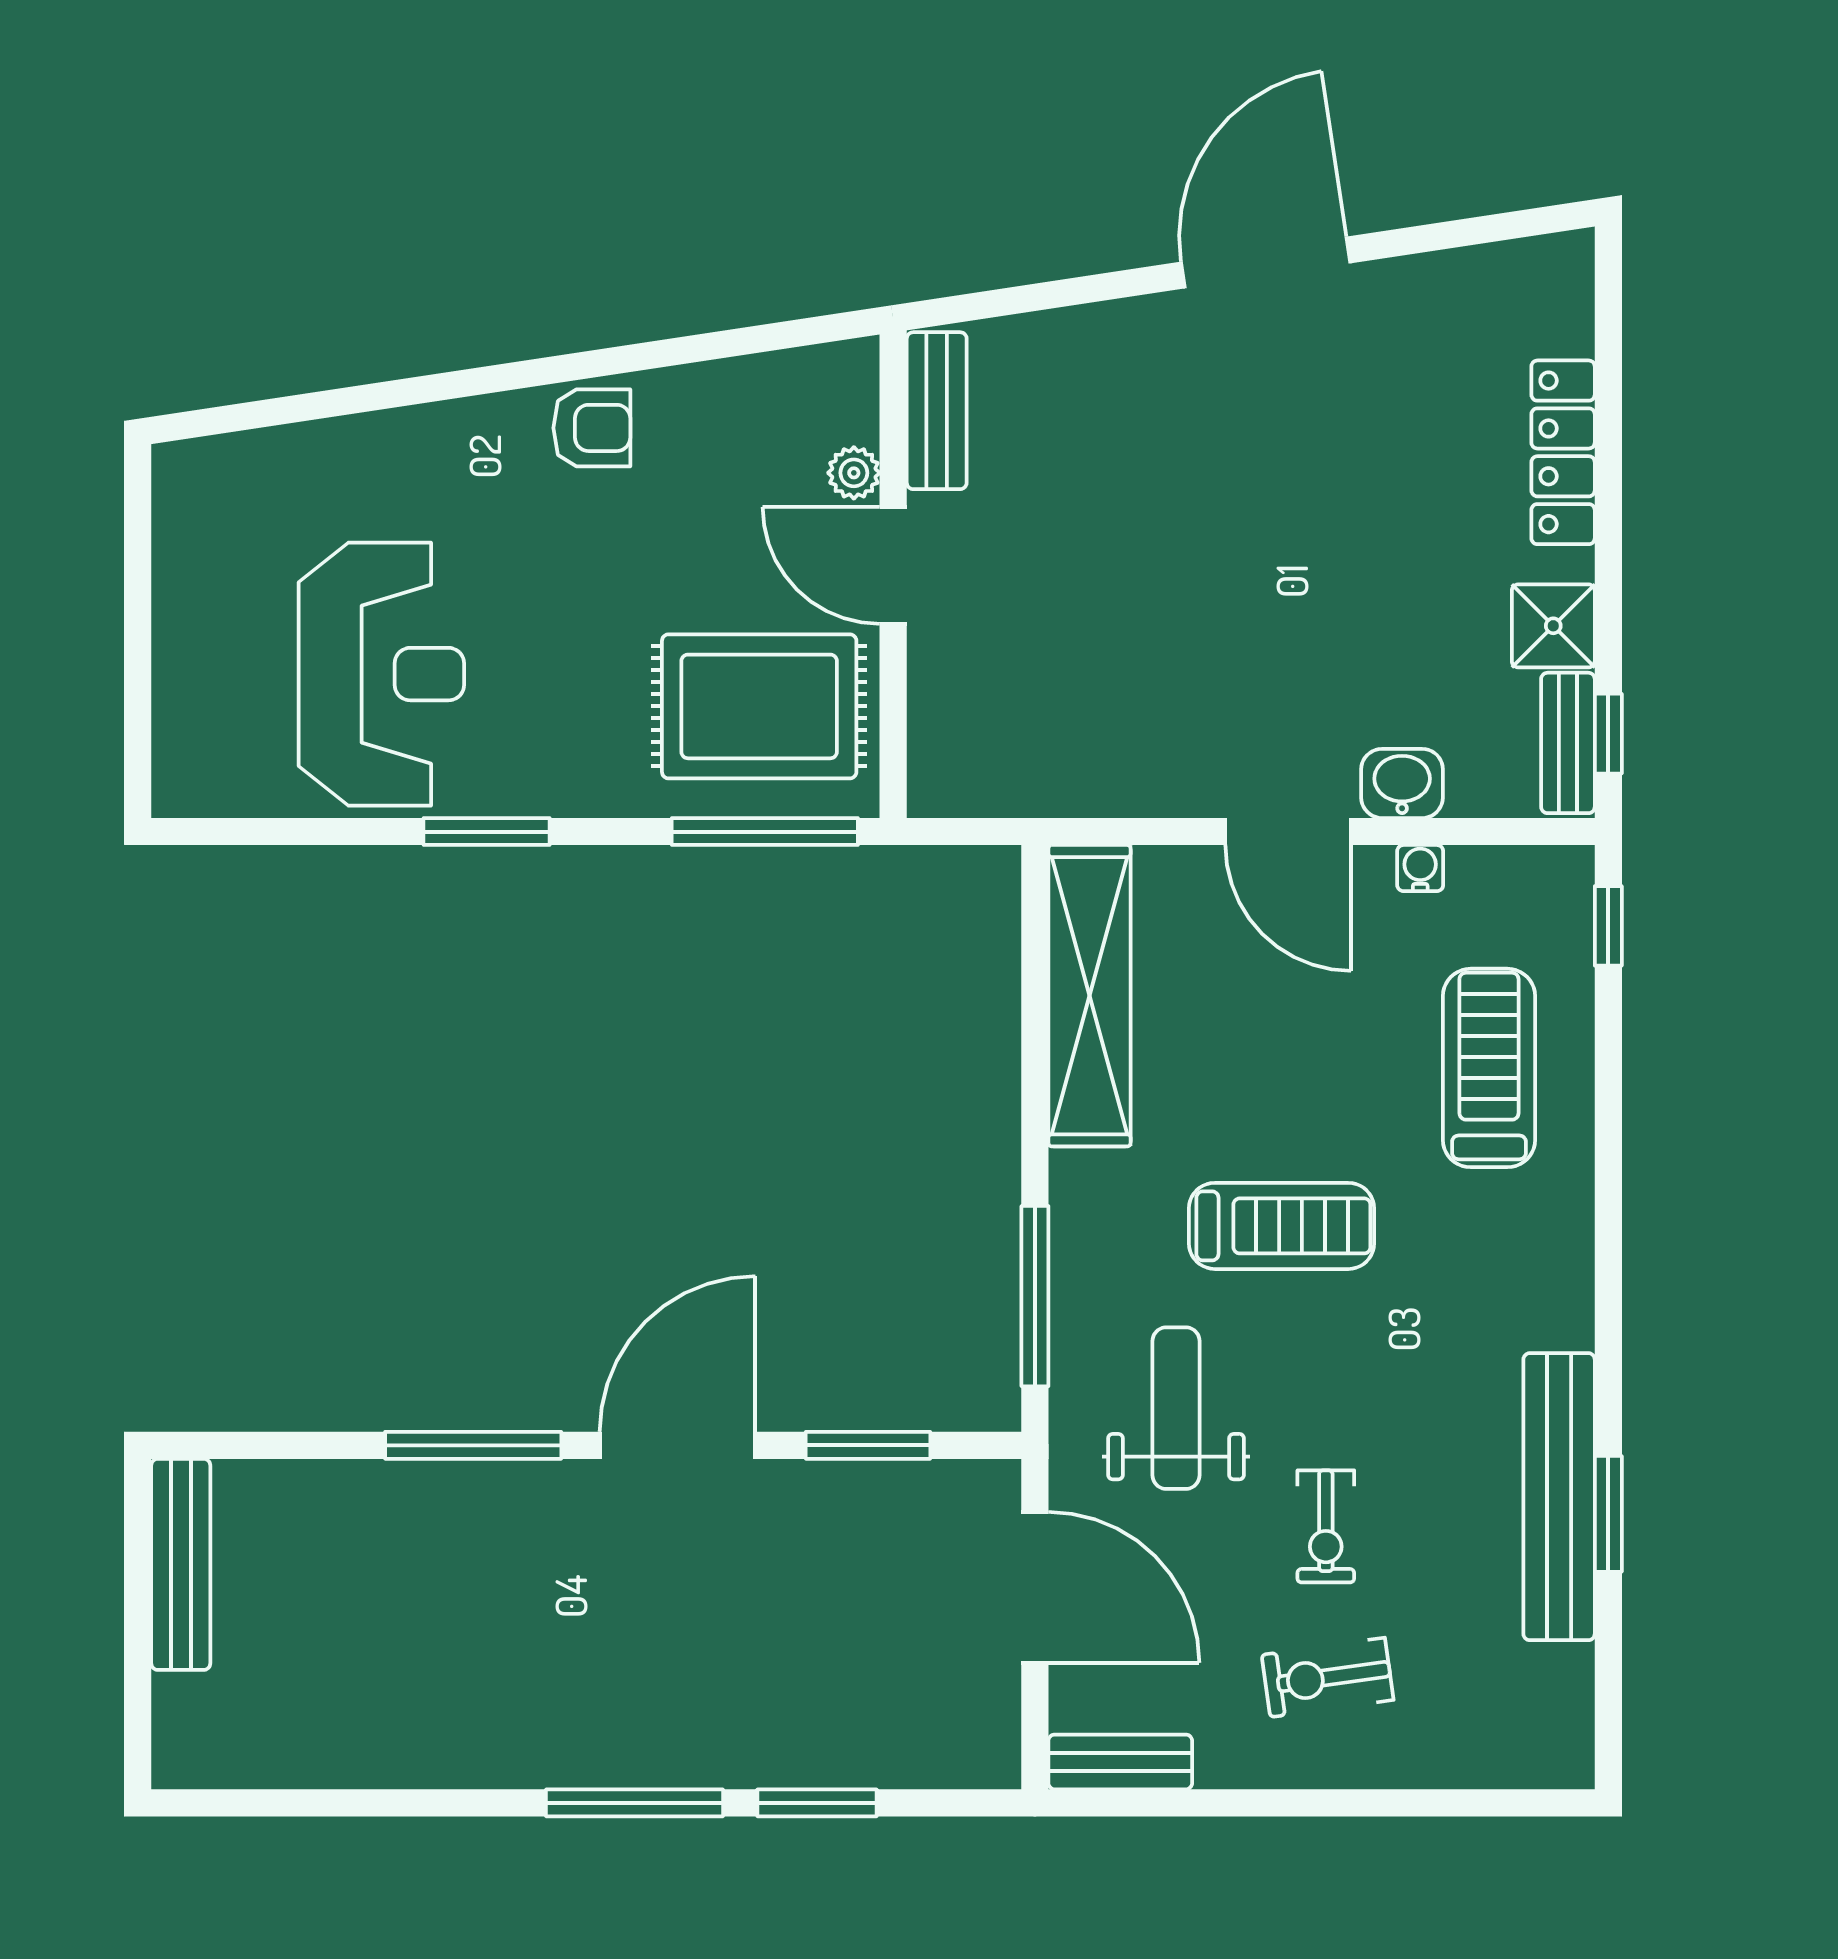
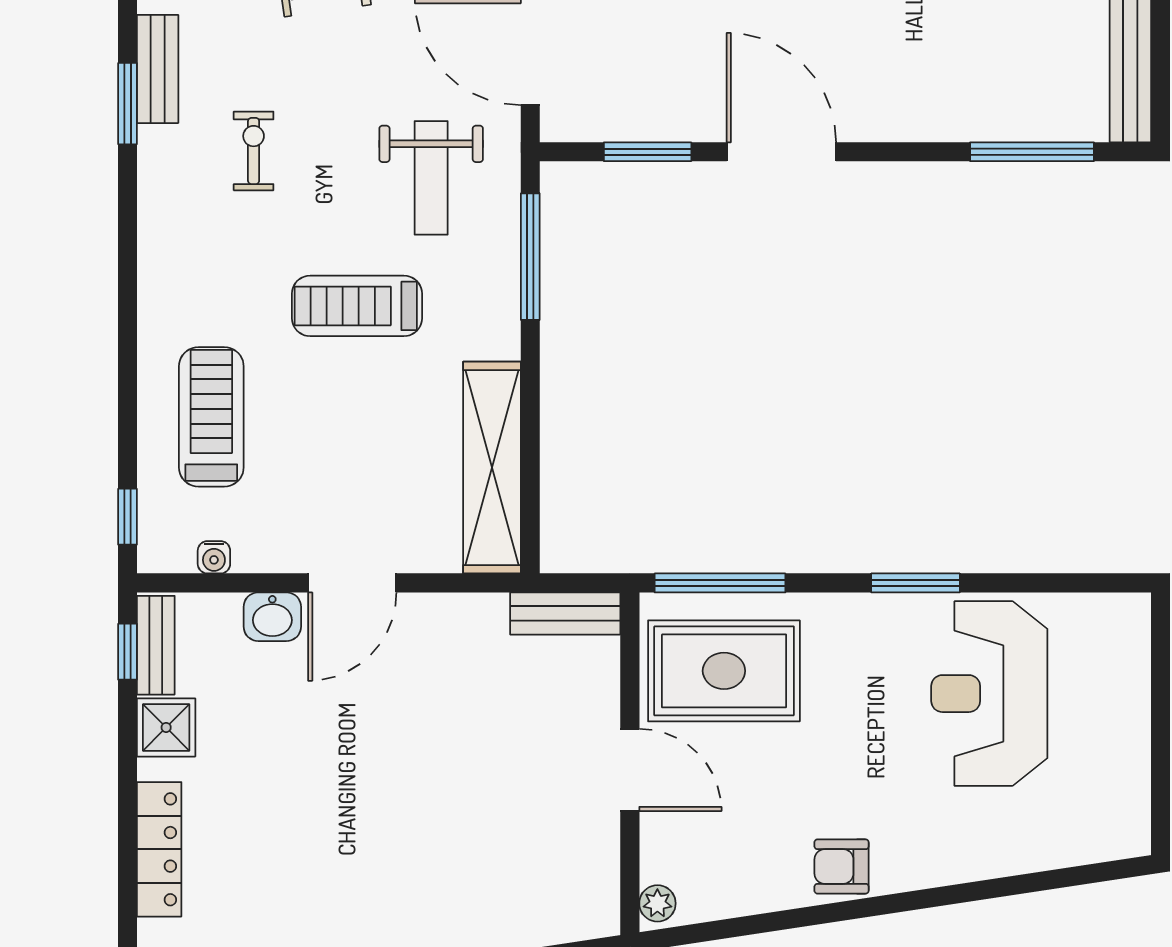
bench: (937, 411) -> (565, 614), moved, turned 90
plant: (854, 473) -> (657, 903), moved
door: (1288, 832) -> (352, 583), swing flipped
water cooler: (1420, 868) -> (214, 557), moved
treadmill: (1489, 1068) -> (211, 417), turned 180
window: (473, 1445) -> (1032, 152), moved
door: (678, 1445) -> (781, 152), swing flipped
bench: (1559, 1497) -> (158, 69), width x0.54, depth x0.82
exercise bike: (1326, 1526) -> (254, 151), moved

